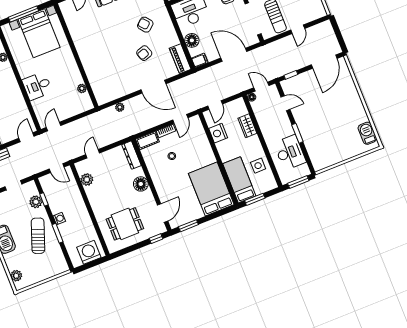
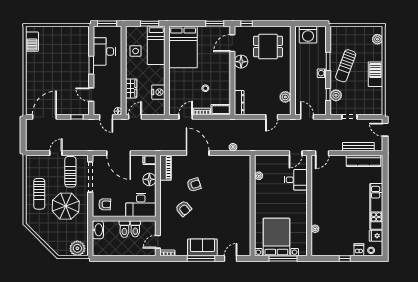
desk: (37, 86) -> (296, 180), moved
door: (215, 105) -> (135, 117), moved
floor lamp: (141, 184) -> (241, 62), moved

